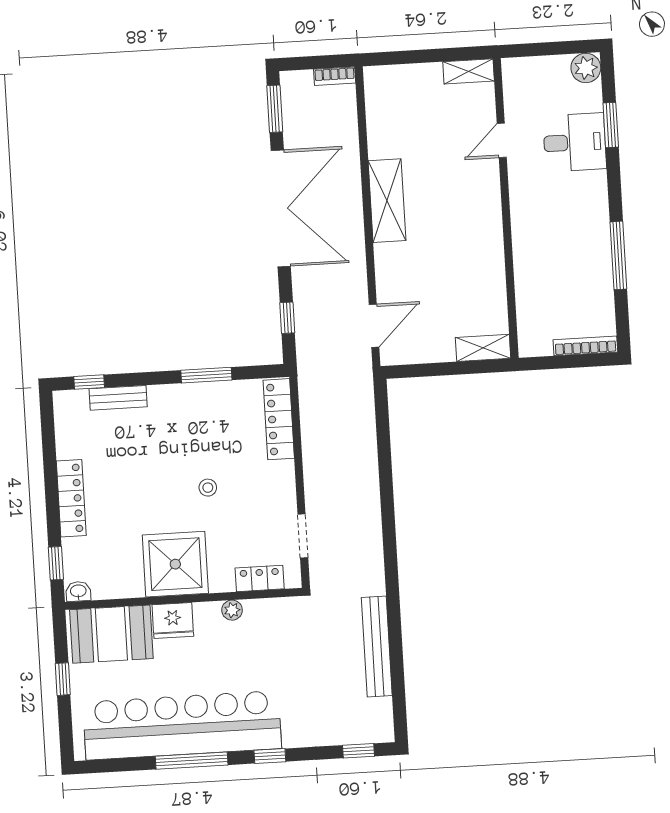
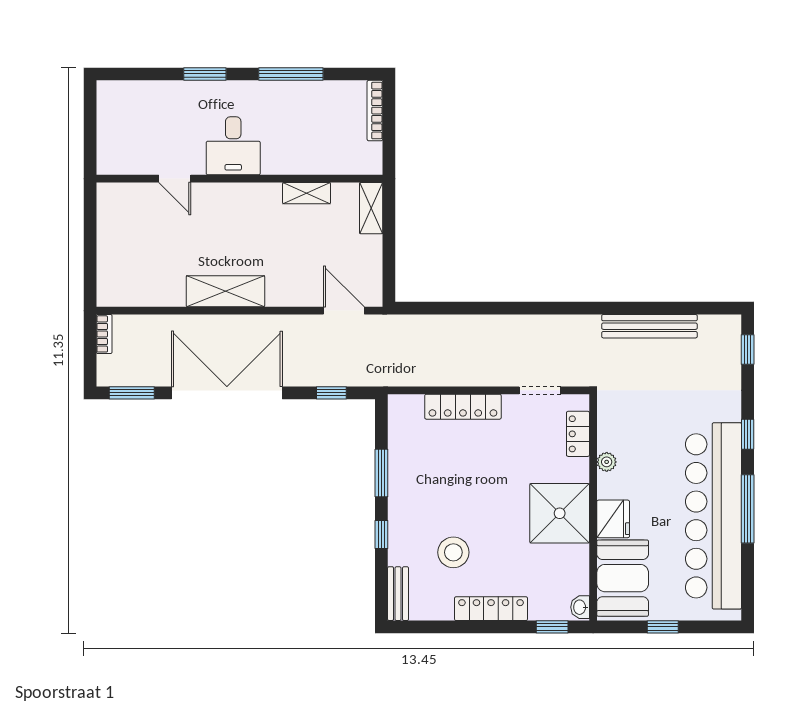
plant: (586, 68) -> (110, 94), removed
shelving: (469, 71) -> (307, 193), moved, turned 90
window: (611, 125) -> (205, 74), moved
desk: (575, 142) -> (233, 146), moved, turned 180
window: (89, 382) -> (381, 534), moved
bench: (118, 398) -> (398, 594), moved
locker: (279, 419) -> (463, 407), moved
stool: (208, 488) -> (453, 552), moved, width x1.89, depth x1.89

